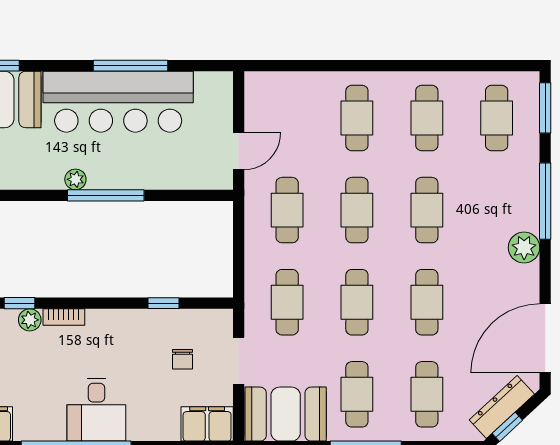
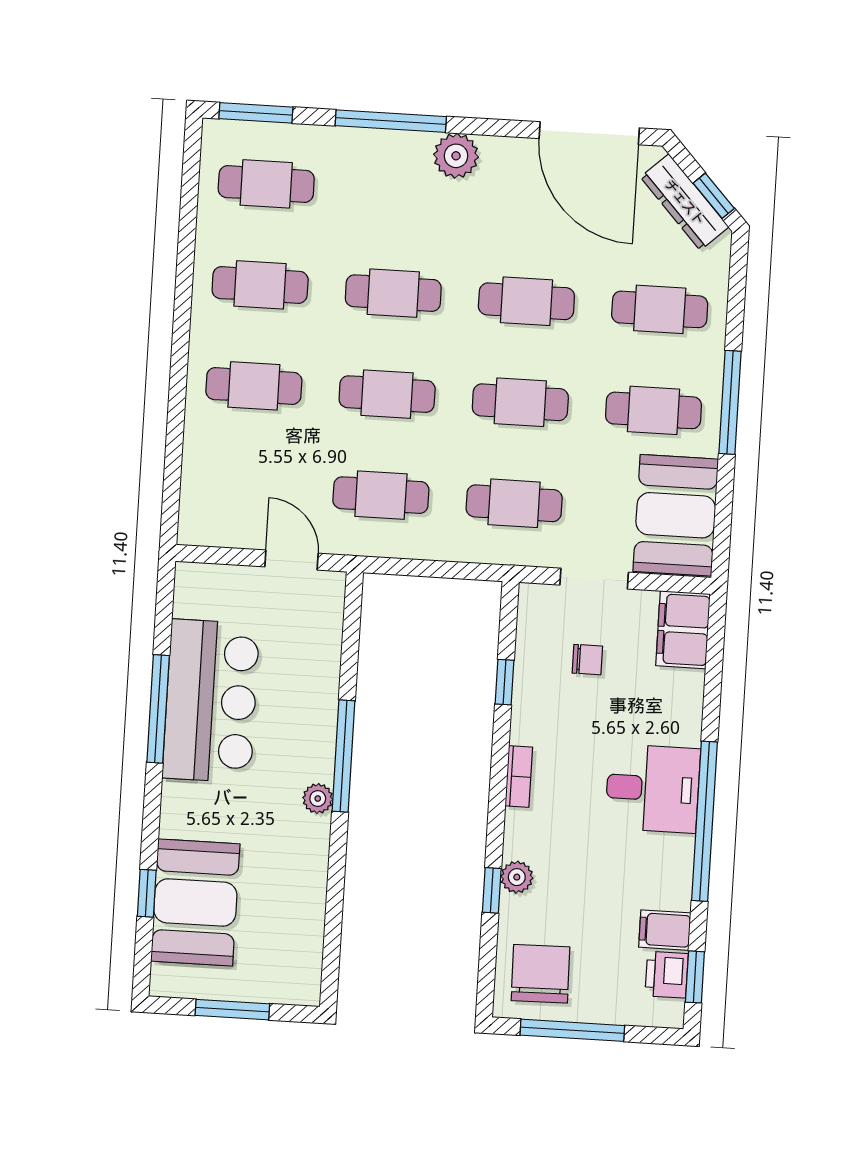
bar counter: (118, 102) -> (211, 701), width x0.73
bookcase: (64, 317) -> (519, 777), moved

